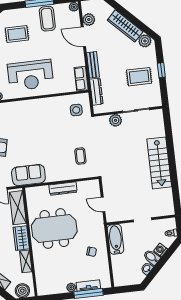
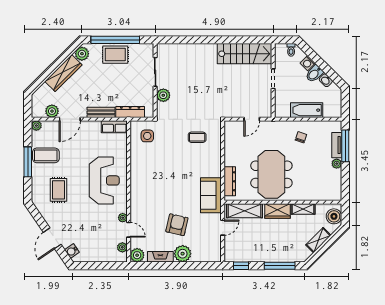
window: (161, 70) -> (115, 40), width x3.17
rug: (139, 77) -> (115, 55), moved, turned 90
stairs: (159, 163) -> (245, 54), moved
dresser: (63, 189) -> (230, 181), moved
bathtub: (116, 239) -> (307, 110), moved

